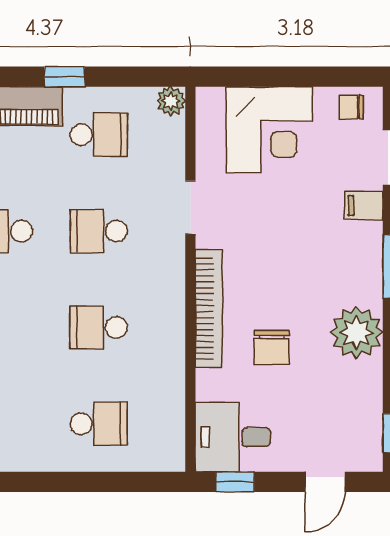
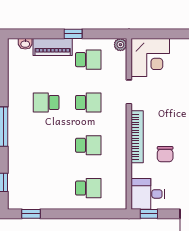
corner desk: (269, 130) -> (150, 57), moved
school desk: (99, 231) -> (88, 102), turned 180
school desk: (99, 327) -> (88, 145), turned 180

